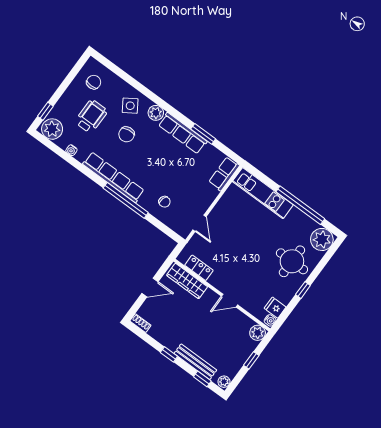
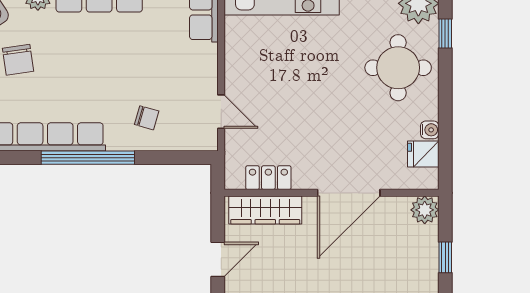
window: (303, 290) -> (445, 34), moved
door: (230, 301) -> (349, 193), width x1.87
water cooler: (270, 320) -> (430, 130), moved

